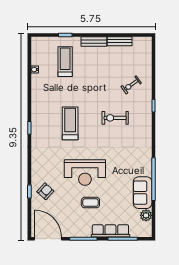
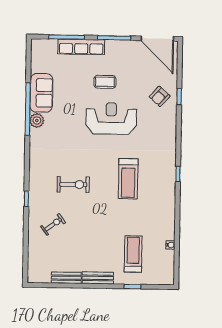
treadmill: (65, 62) -> (133, 254), turned 180
plant: (146, 215) -> (37, 121), moved

